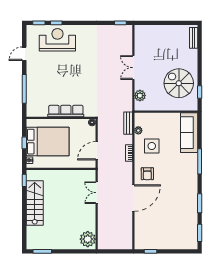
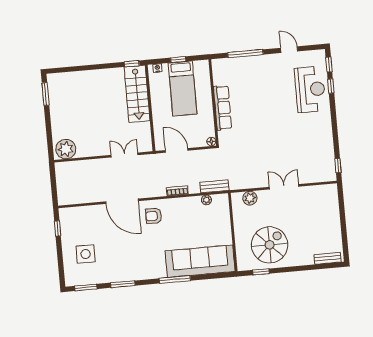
sofa: (189, 133) -> (200, 261), width x1.36, depth x1.27
bed: (48, 142) -> (183, 88), width x0.67
side table: (152, 146) -> (86, 254), moved
stairs: (35, 203) -> (137, 94), moved, turned 90

